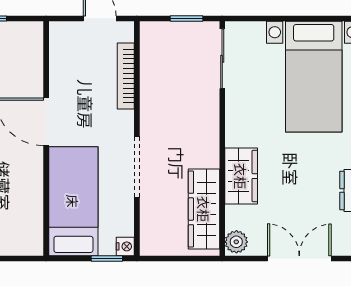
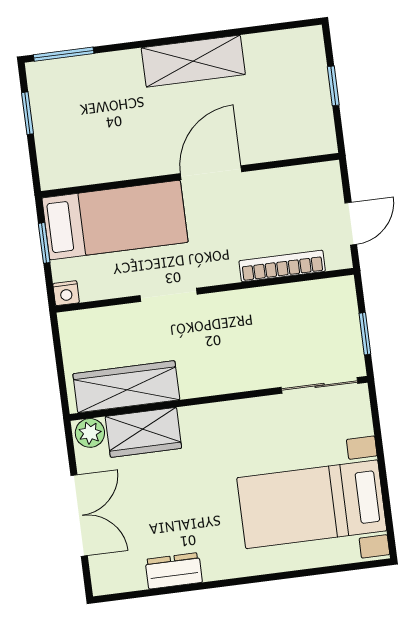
doorway: (137, 167) -> (168, 295), width x0.73
wardrobe: (241, 176) -> (143, 432), moved
window: (107, 258) -> (44, 243), moved

